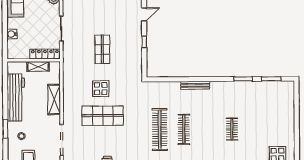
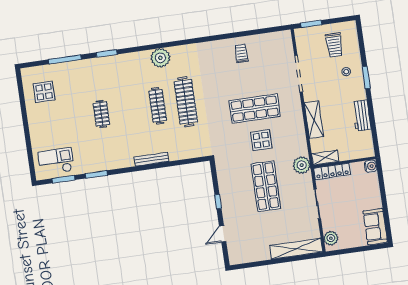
water cooler: (12, 34) -> (371, 166), moved
shop shelf: (102, 49) -> (266, 186), width x1.43, depth x1.36
plant: (70, 63) -> (302, 165), added
shelving: (38, 66) -> (325, 158), moved
checkout: (275, 95) -> (56, 161), added
workbench: (16, 98) -> (362, 115), width x0.53, depth x0.76

